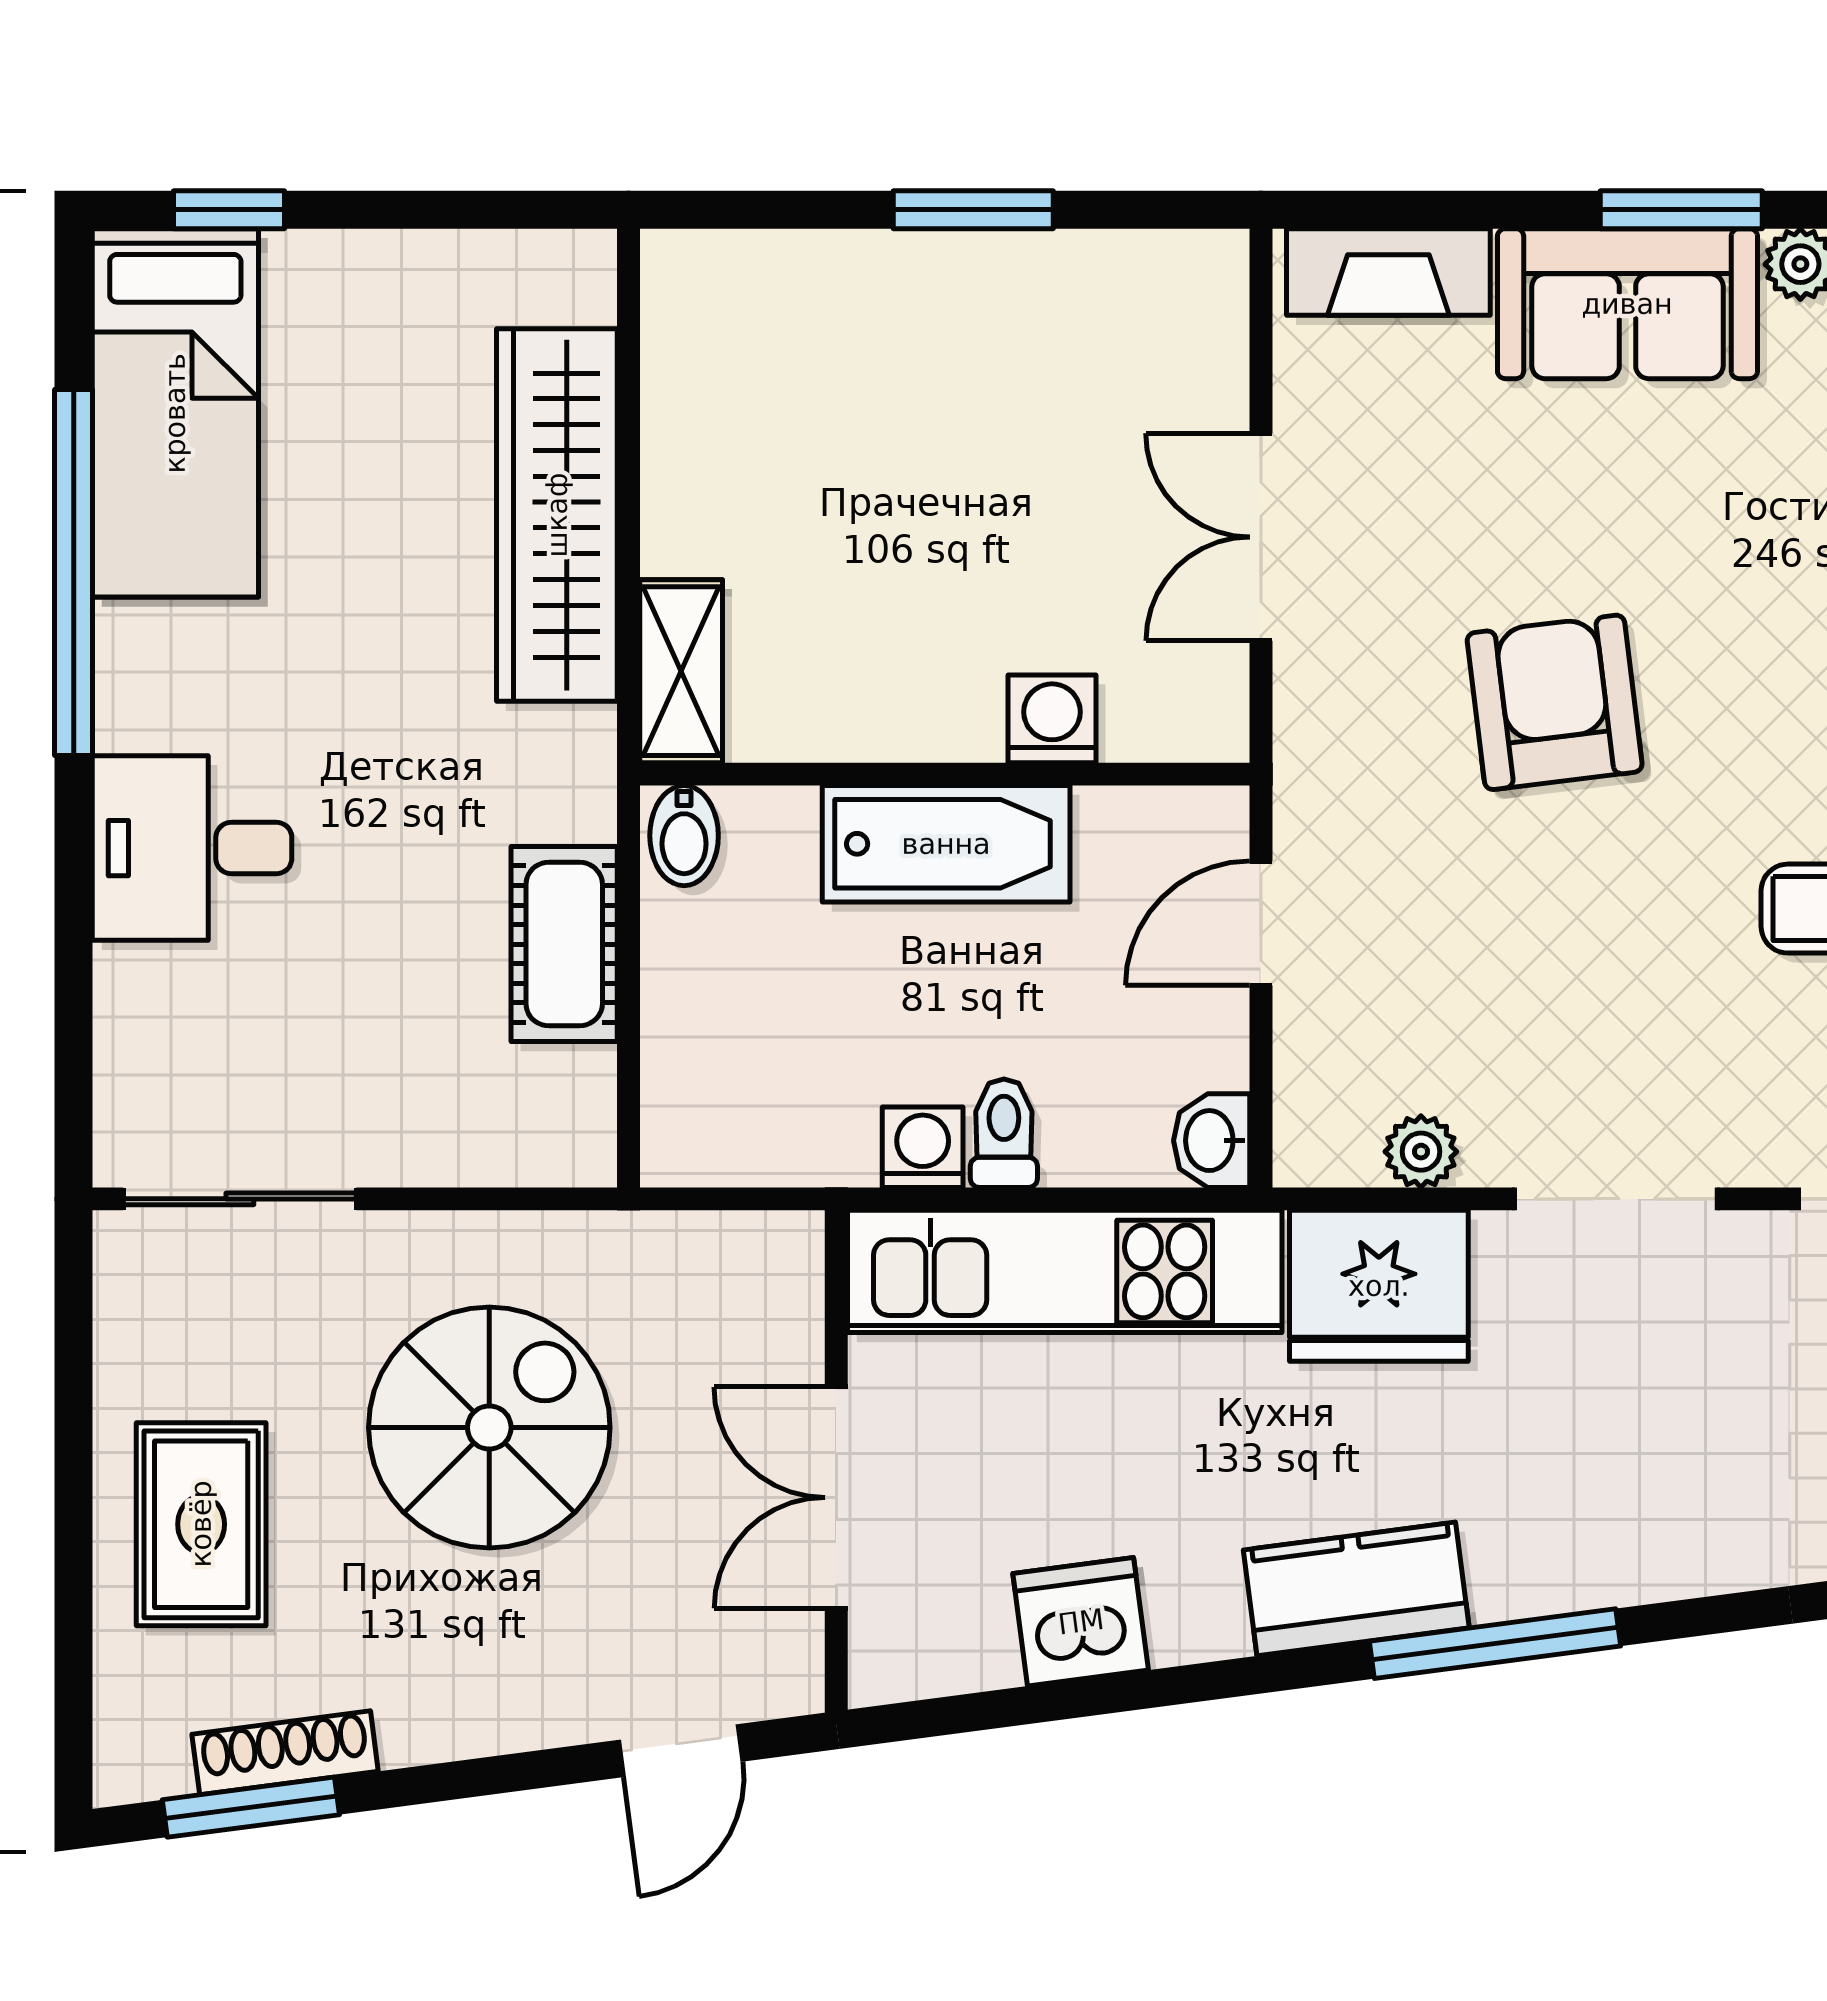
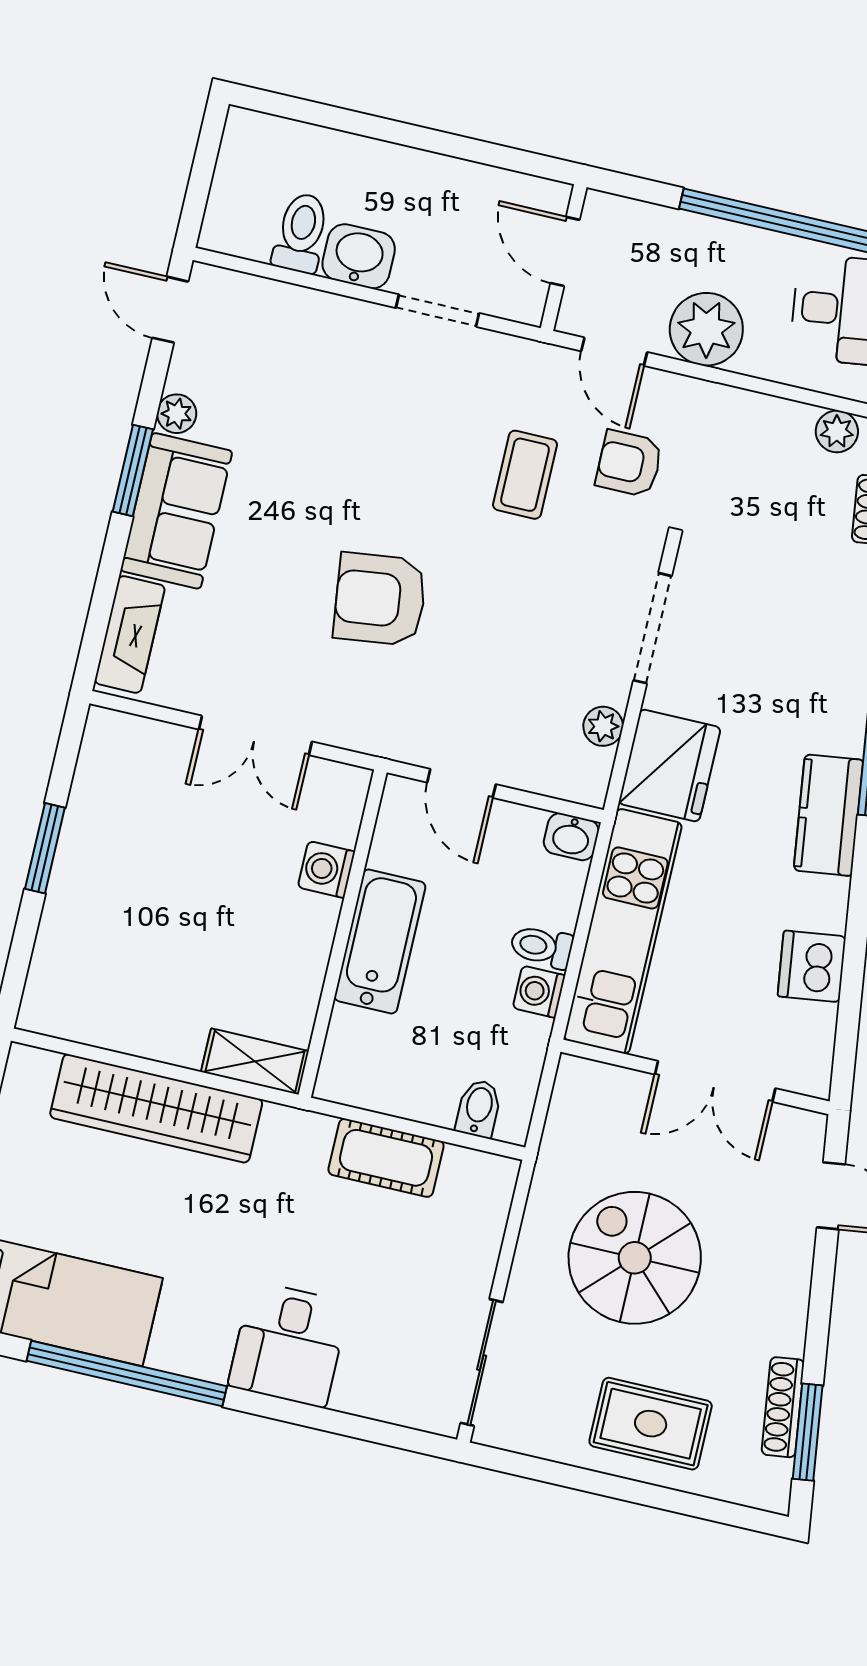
bidet: (684, 836) -> (479, 1109), moved, turned -90

